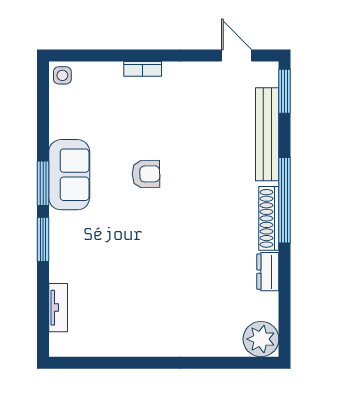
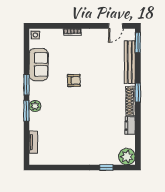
door: (237, 55) -> (116, 26), swing flipped
sofa: (69, 175) -> (39, 65), moved
window: (285, 200) -> (138, 93), width x0.47
plant: (61, 229) -> (35, 106), added
window: (216, 363) -> (106, 167), added

